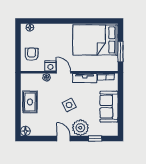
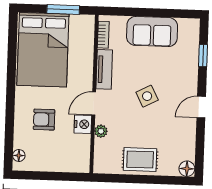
armchair: (32, 54) -> (44, 120), moved
plant: (80, 128) -> (185, 79), removed

